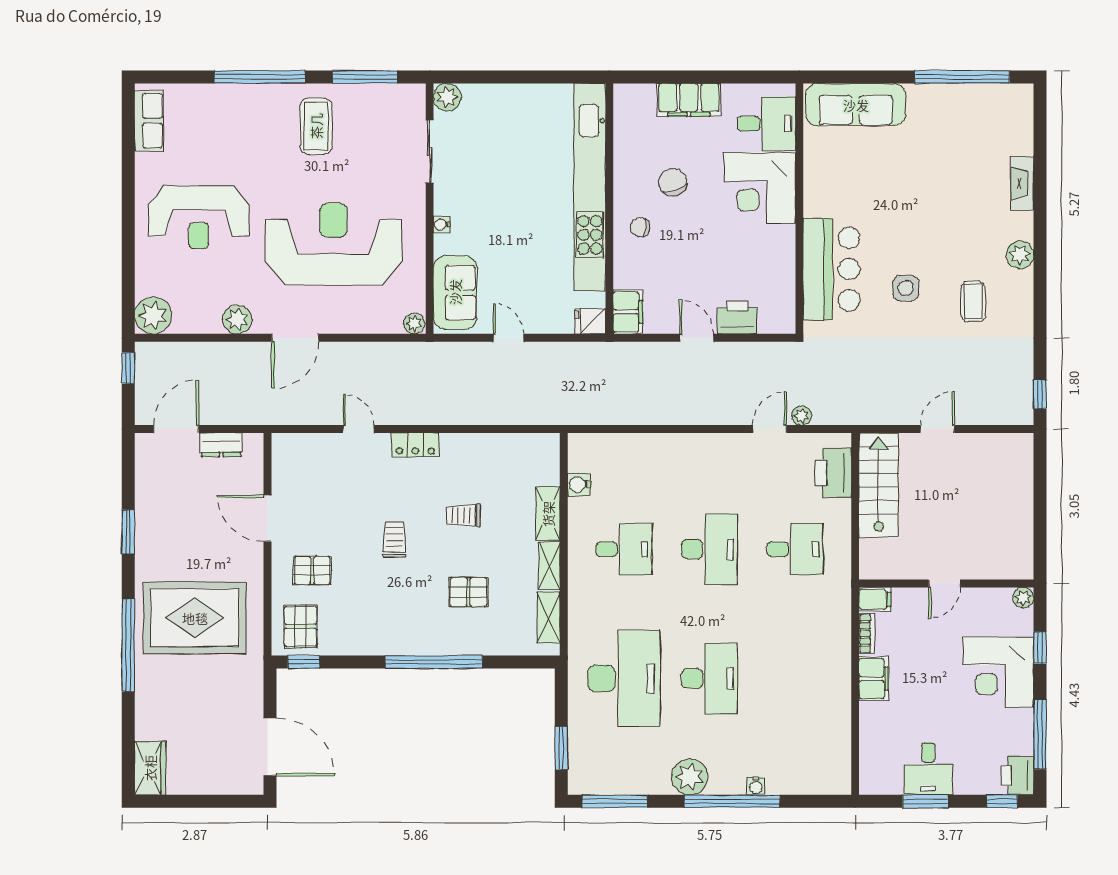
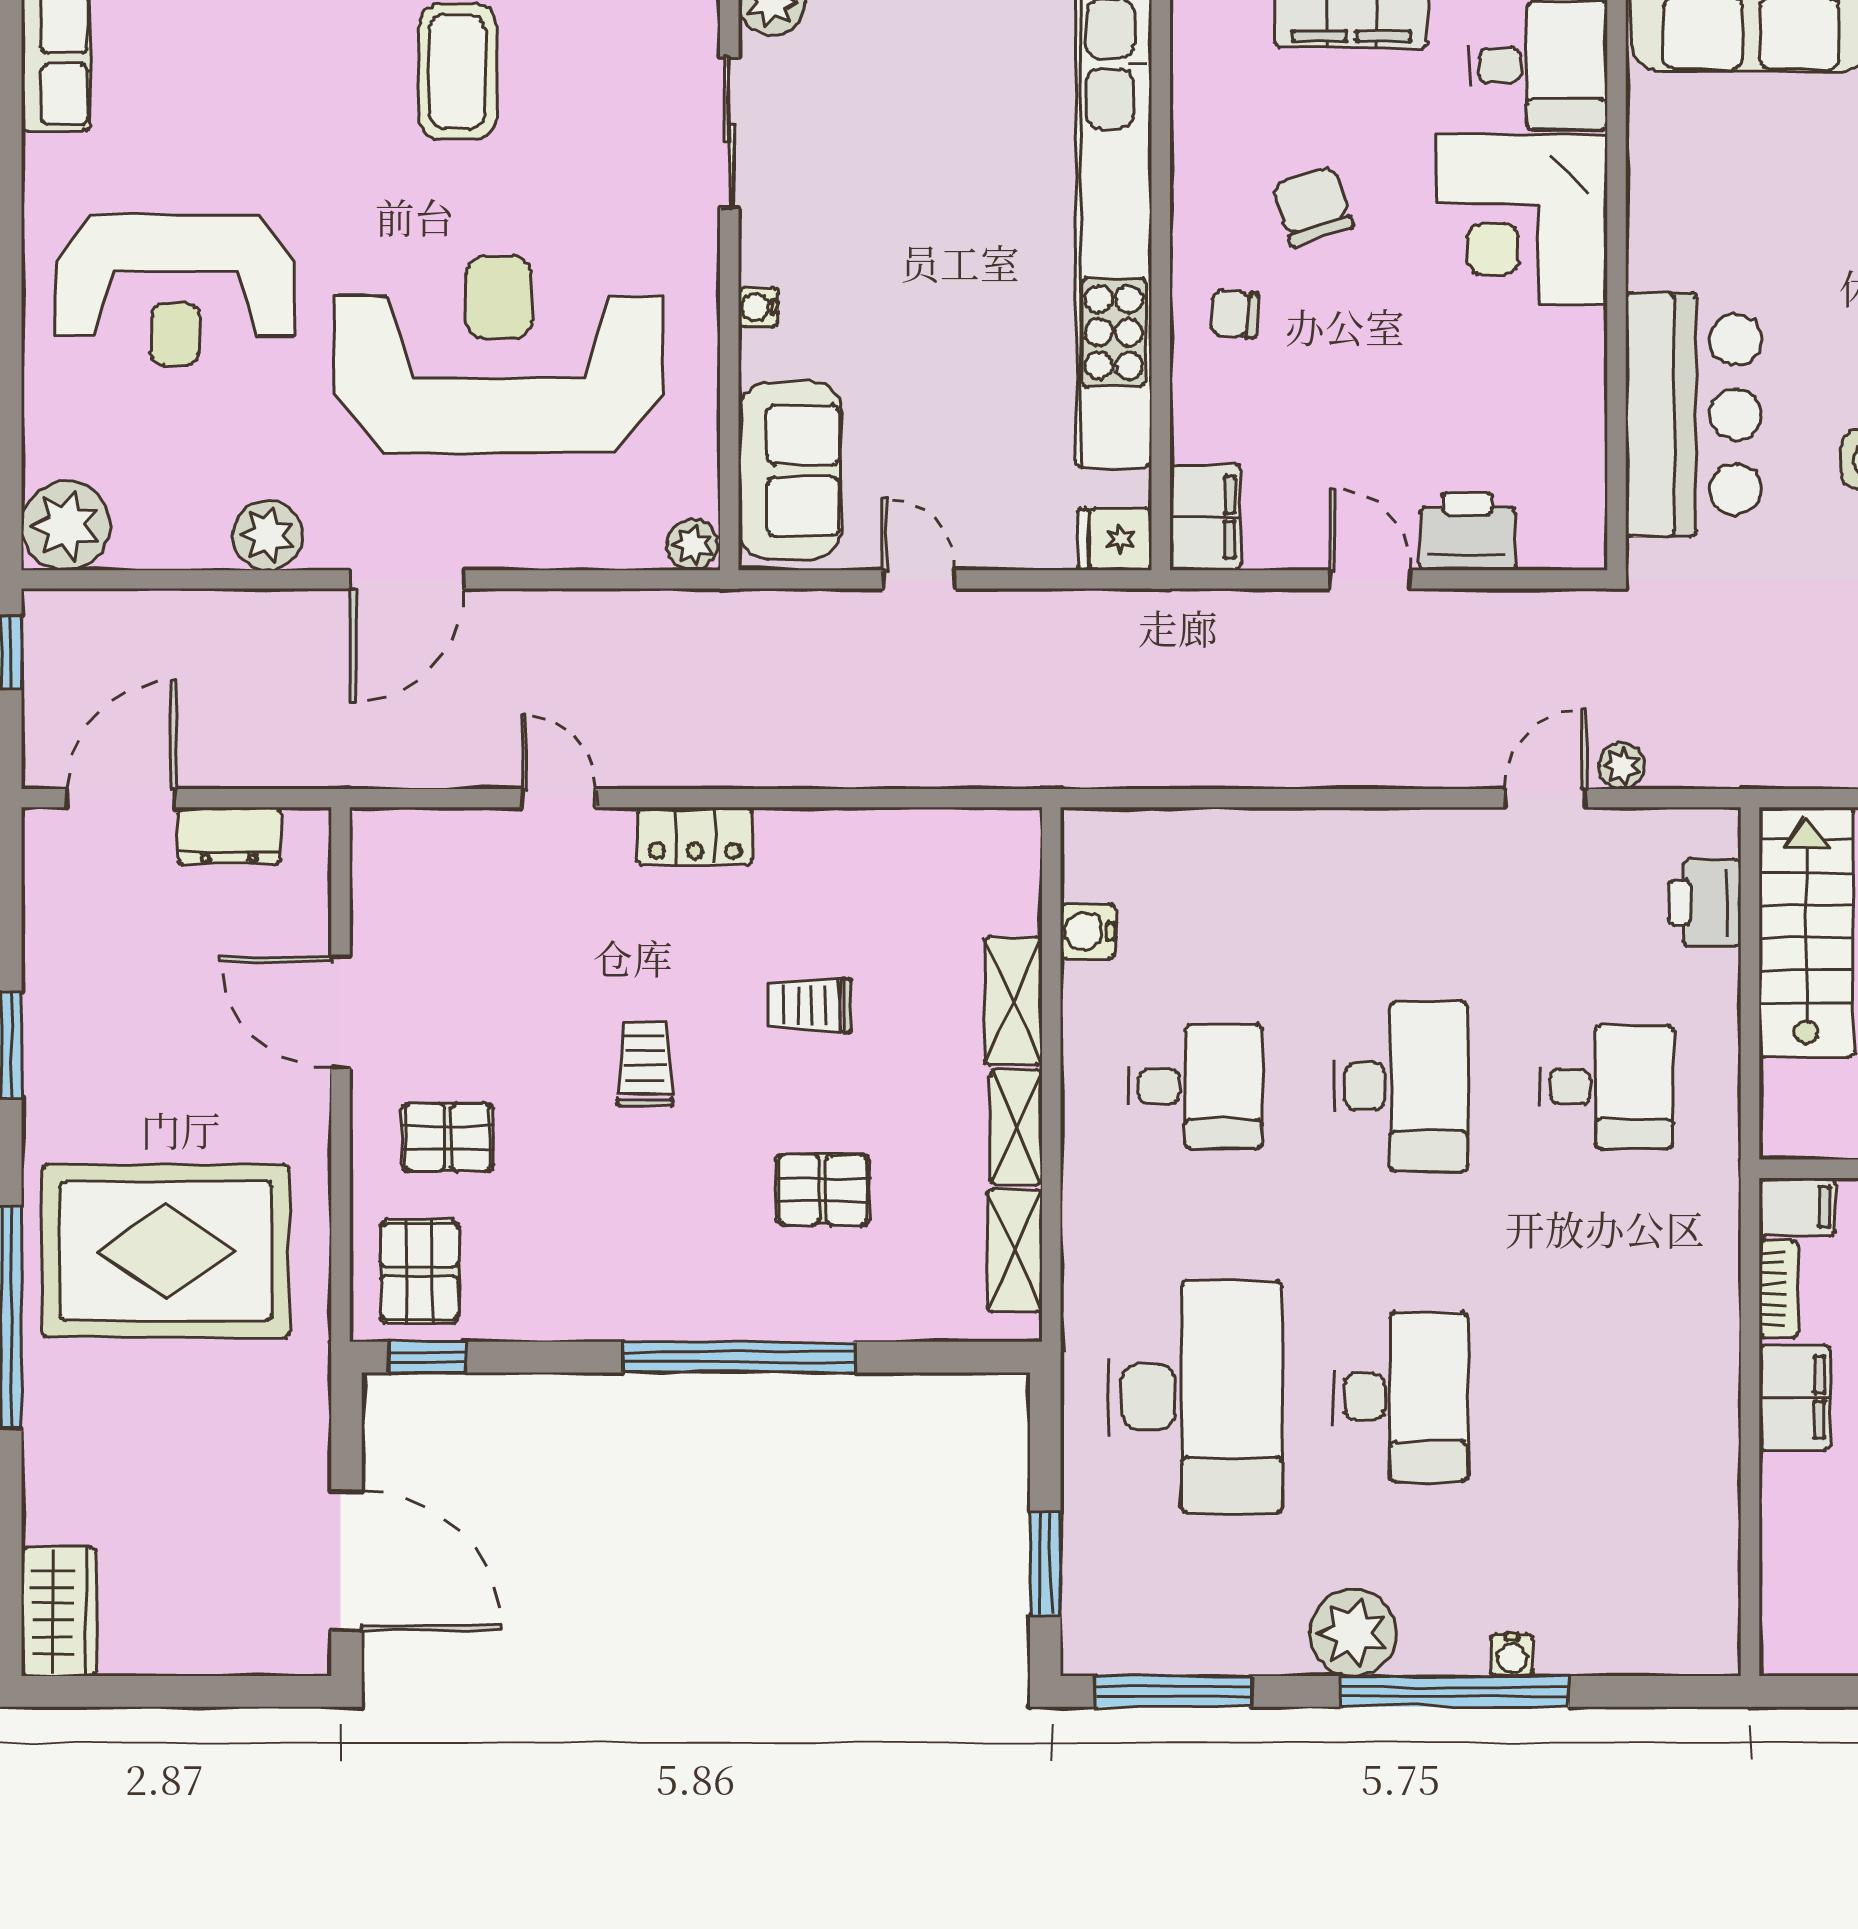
printer: (833, 473) -> (1705, 903), width x0.73, depth x0.84

